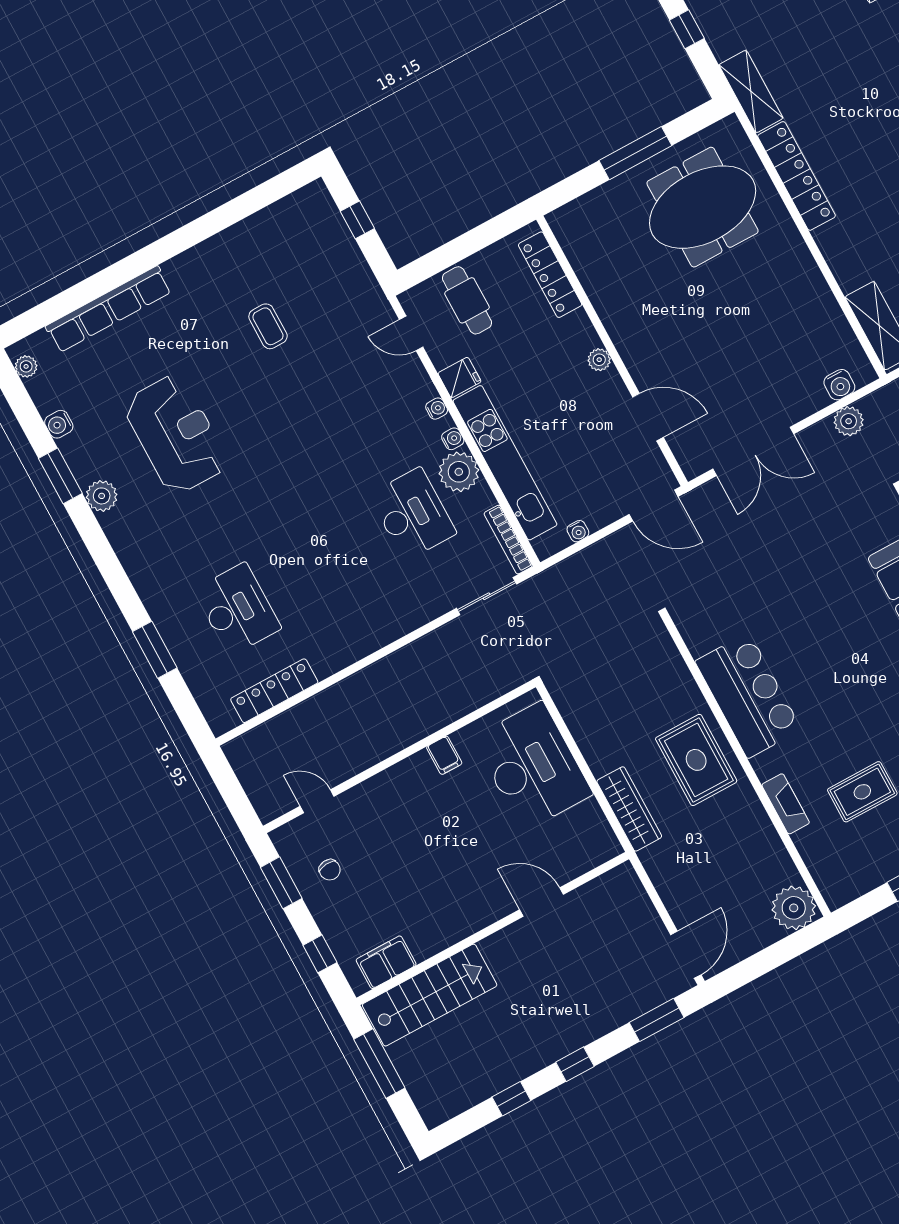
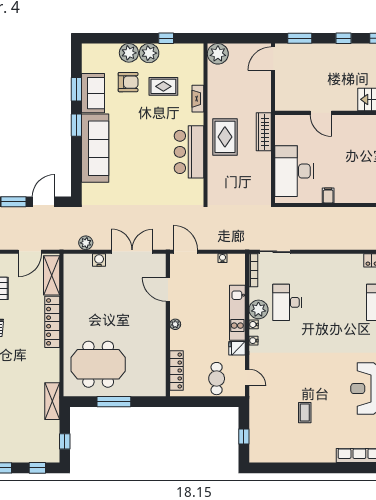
locker: (797, 176) -> (52, 322), moved
water cooler: (839, 385) -> (99, 260), moved
kitchen unit: (505, 463) -> (237, 313), width x0.73

